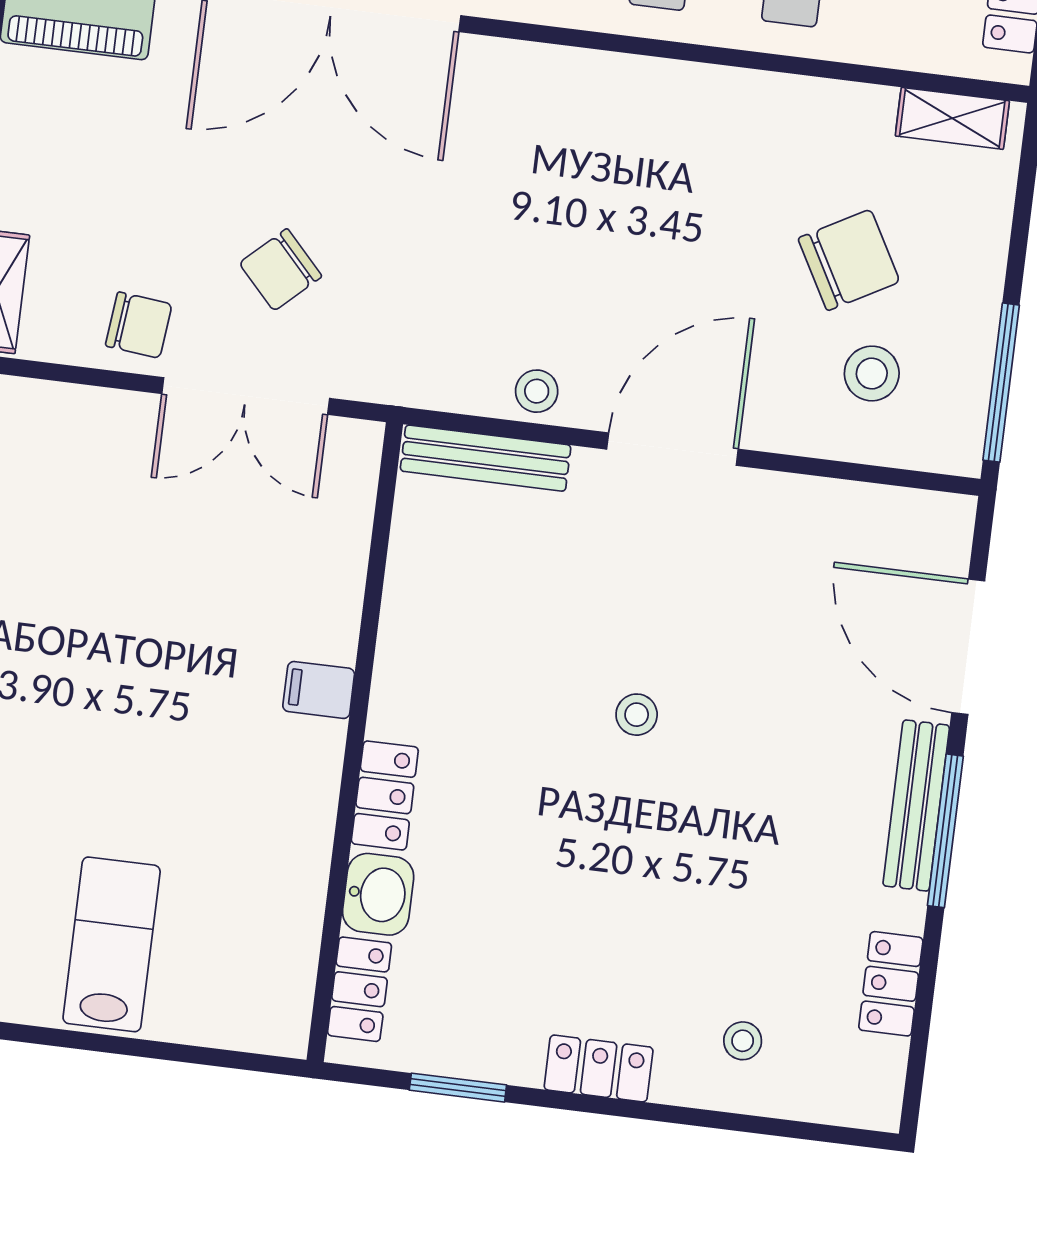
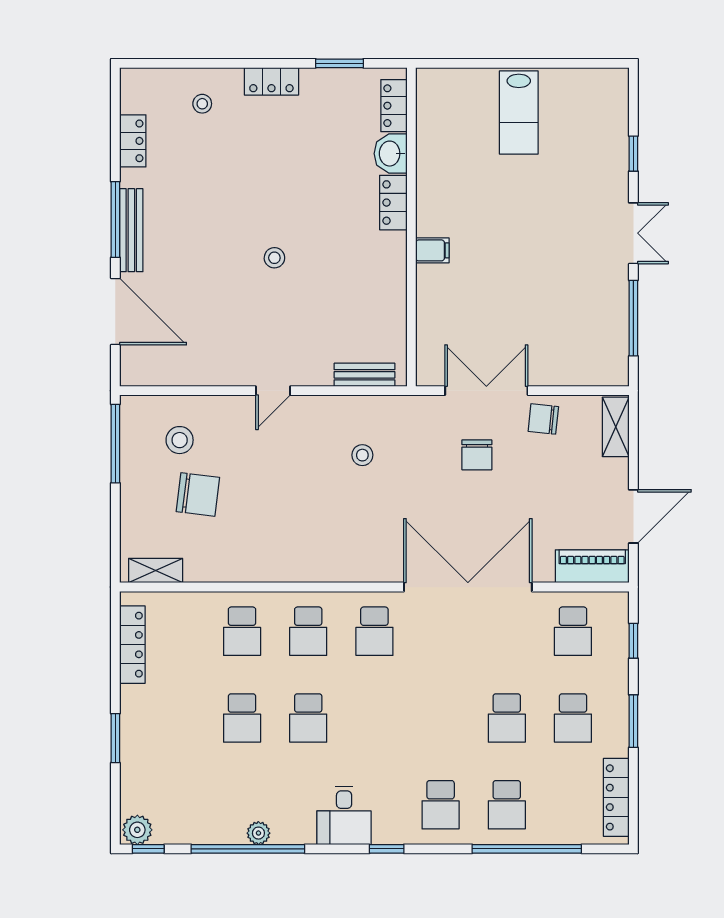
chair: (849, 260) -> (198, 494), turned -144
chair: (281, 270) -> (477, 455), turned 133
stool: (537, 391) -> (362, 455), moved
door: (672, 449) -> (273, 391), width x0.53
bench: (486, 458) -> (364, 375), width x0.73

